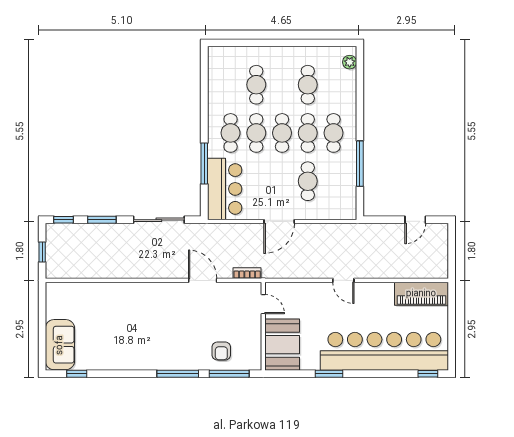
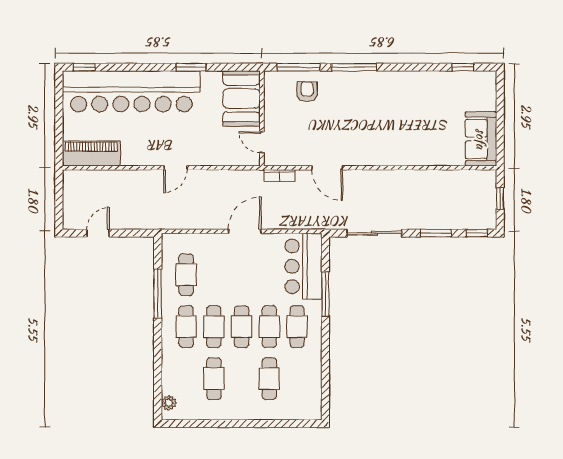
cafe table: (308, 181) -> (186, 275), moved
door: (343, 280) -> (175, 168), swing flipped
sofa: (60, 345) -> (481, 139), moved

